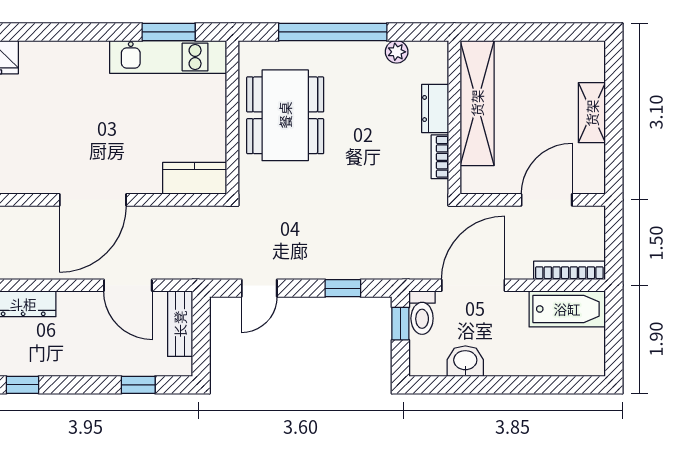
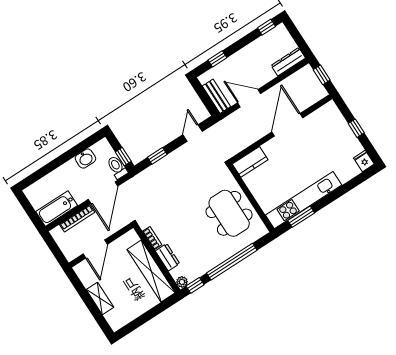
window: (419, 32) -> (195, 285), added
plant: (397, 52) -> (182, 282), moved
kitchen unit: (168, 57) -> (304, 200), width x1.36
bookcase: (569, 270) -> (77, 218), moved

